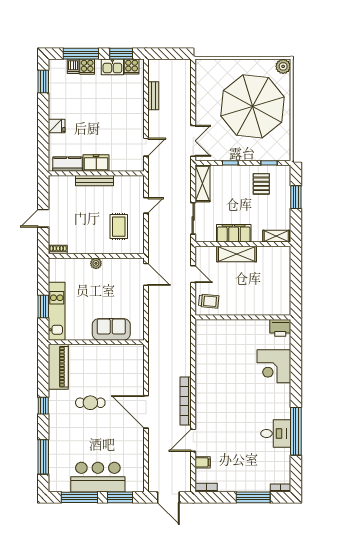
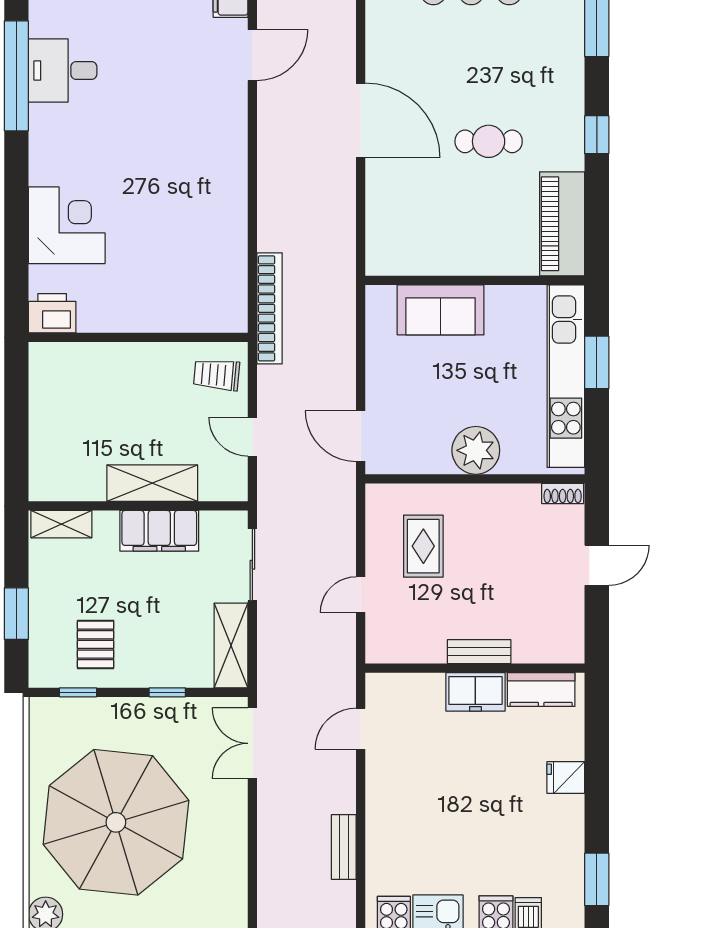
bench: (94, 181) -> (479, 652), width x0.73
plant: (96, 263) -> (476, 450), width x1.88, depth x1.88
kitchen unit: (57, 311) -> (566, 376), width x1.36
bookcase: (186, 401) -> (270, 308), moved

